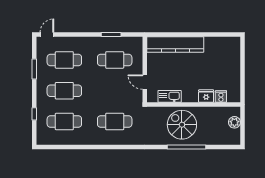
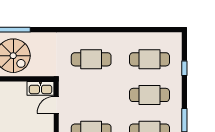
door: (145, 82) -> (56, 105), swing flipped
kitchen sink: (170, 96) -> (40, 88), moved

